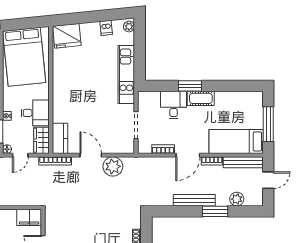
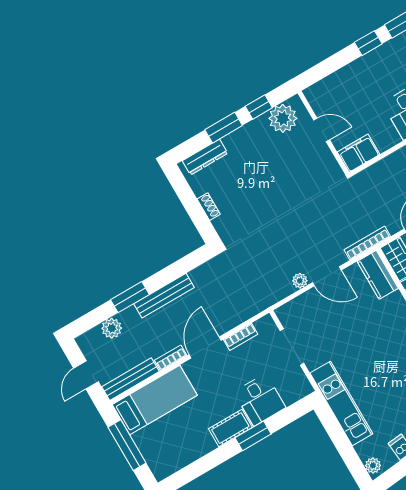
plant: (113, 166) -> (300, 281), width x0.53, depth x0.53

